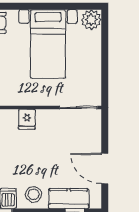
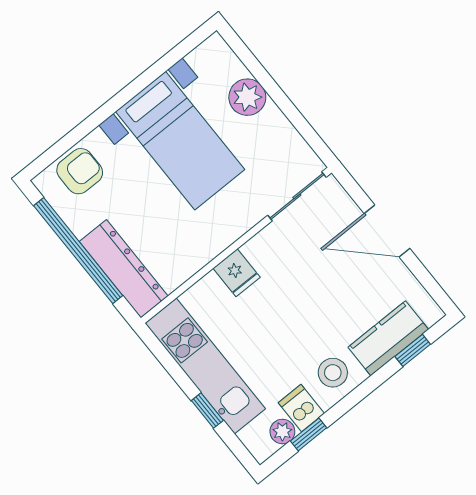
plant: (91, 20) -> (247, 97), moved
door: (105, 169) -> (387, 231), moved

